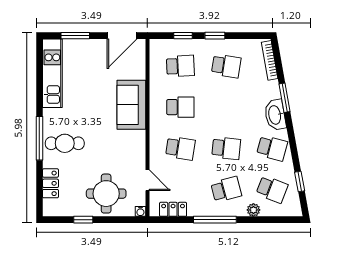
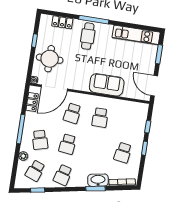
school desk: (180, 66) -> (128, 122), removed
washbasin: (275, 115) -> (98, 180), moved
door: (147, 180) -> (54, 88), width x1.87

